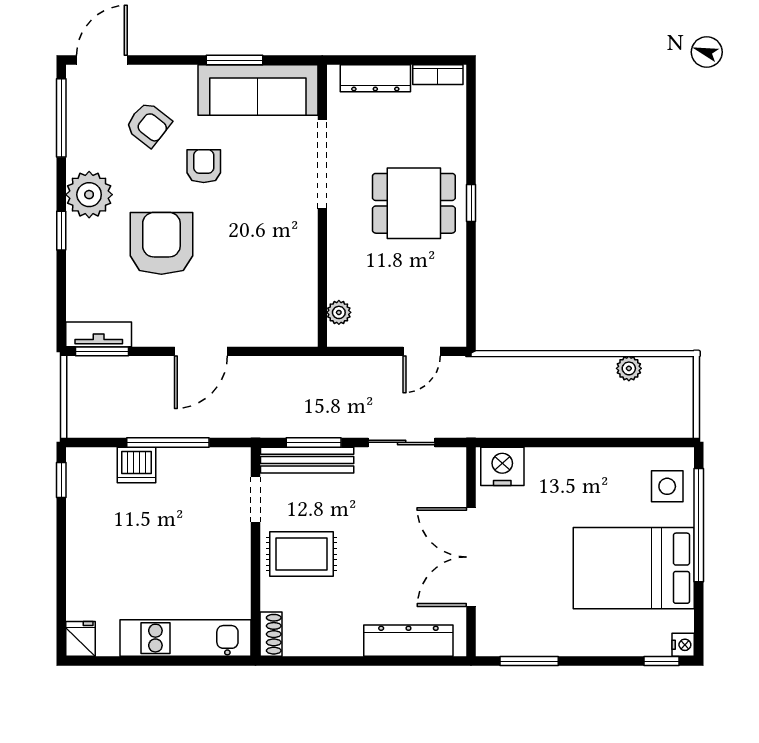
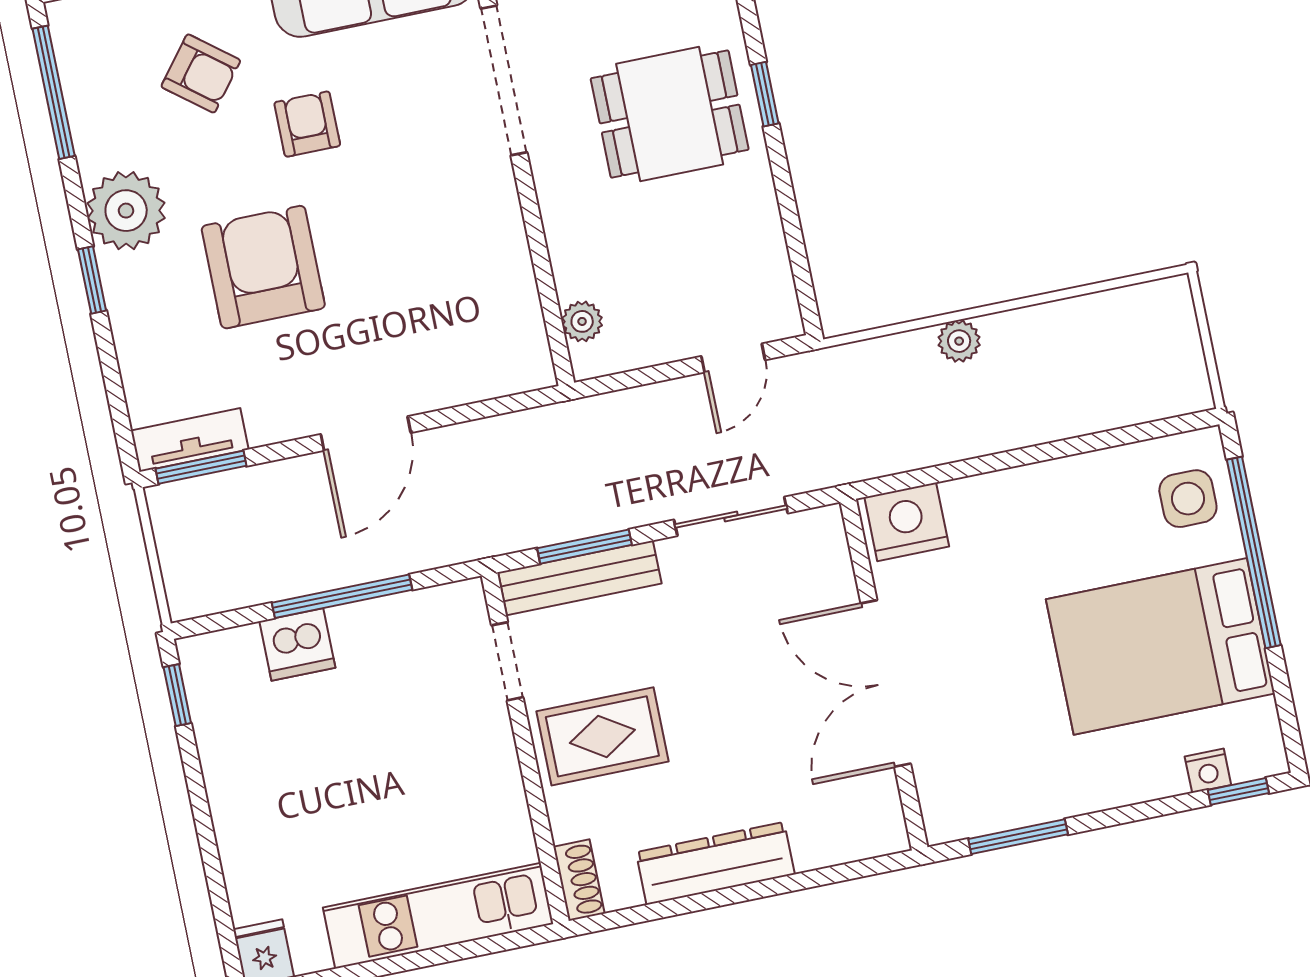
plant: (629, 368) -> (959, 341), moved
dresser: (408, 641) -> (715, 863), moved
nightstand: (683, 645) -> (1208, 771), moved, turned 90

